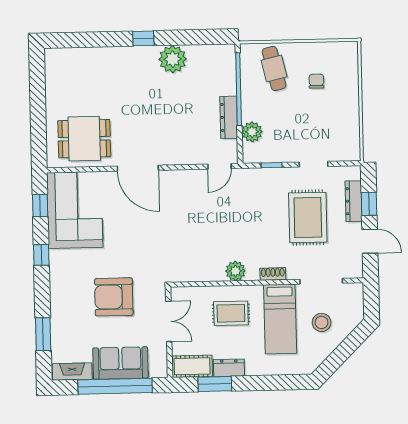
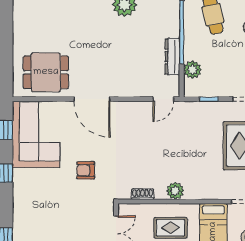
shoe rack: (273, 274) -> (143, 194), moved
armchair: (114, 297) -> (86, 170), moved, width x0.53, depth x0.53

